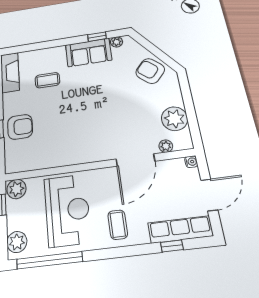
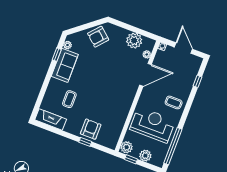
door: (135, 160) -> (145, 75), hinge flipped
row of seats: (180, 229) -> (192, 73), removed
plant: (17, 242) -> (145, 156), moved

